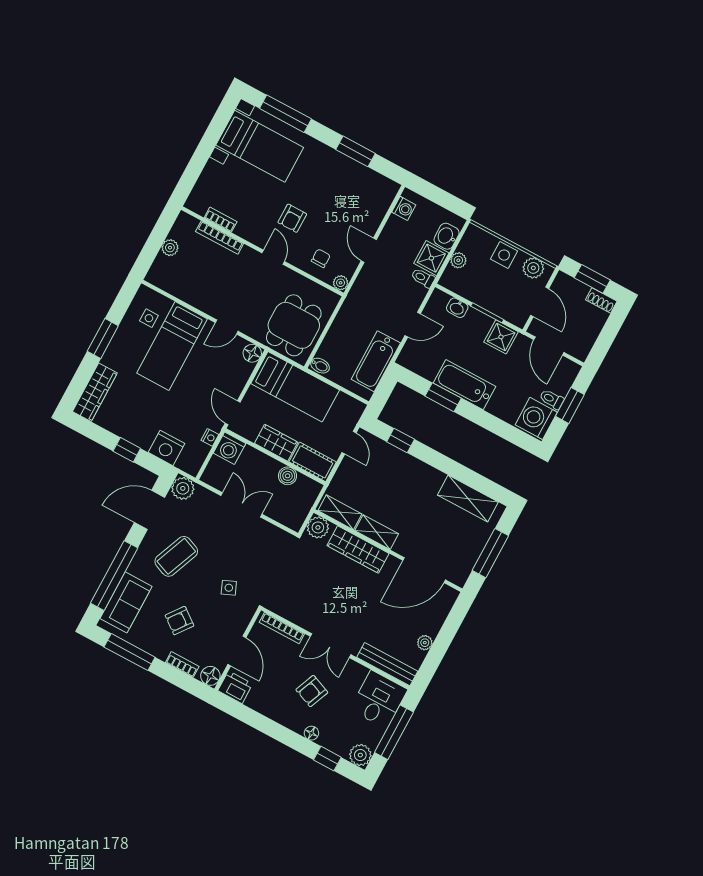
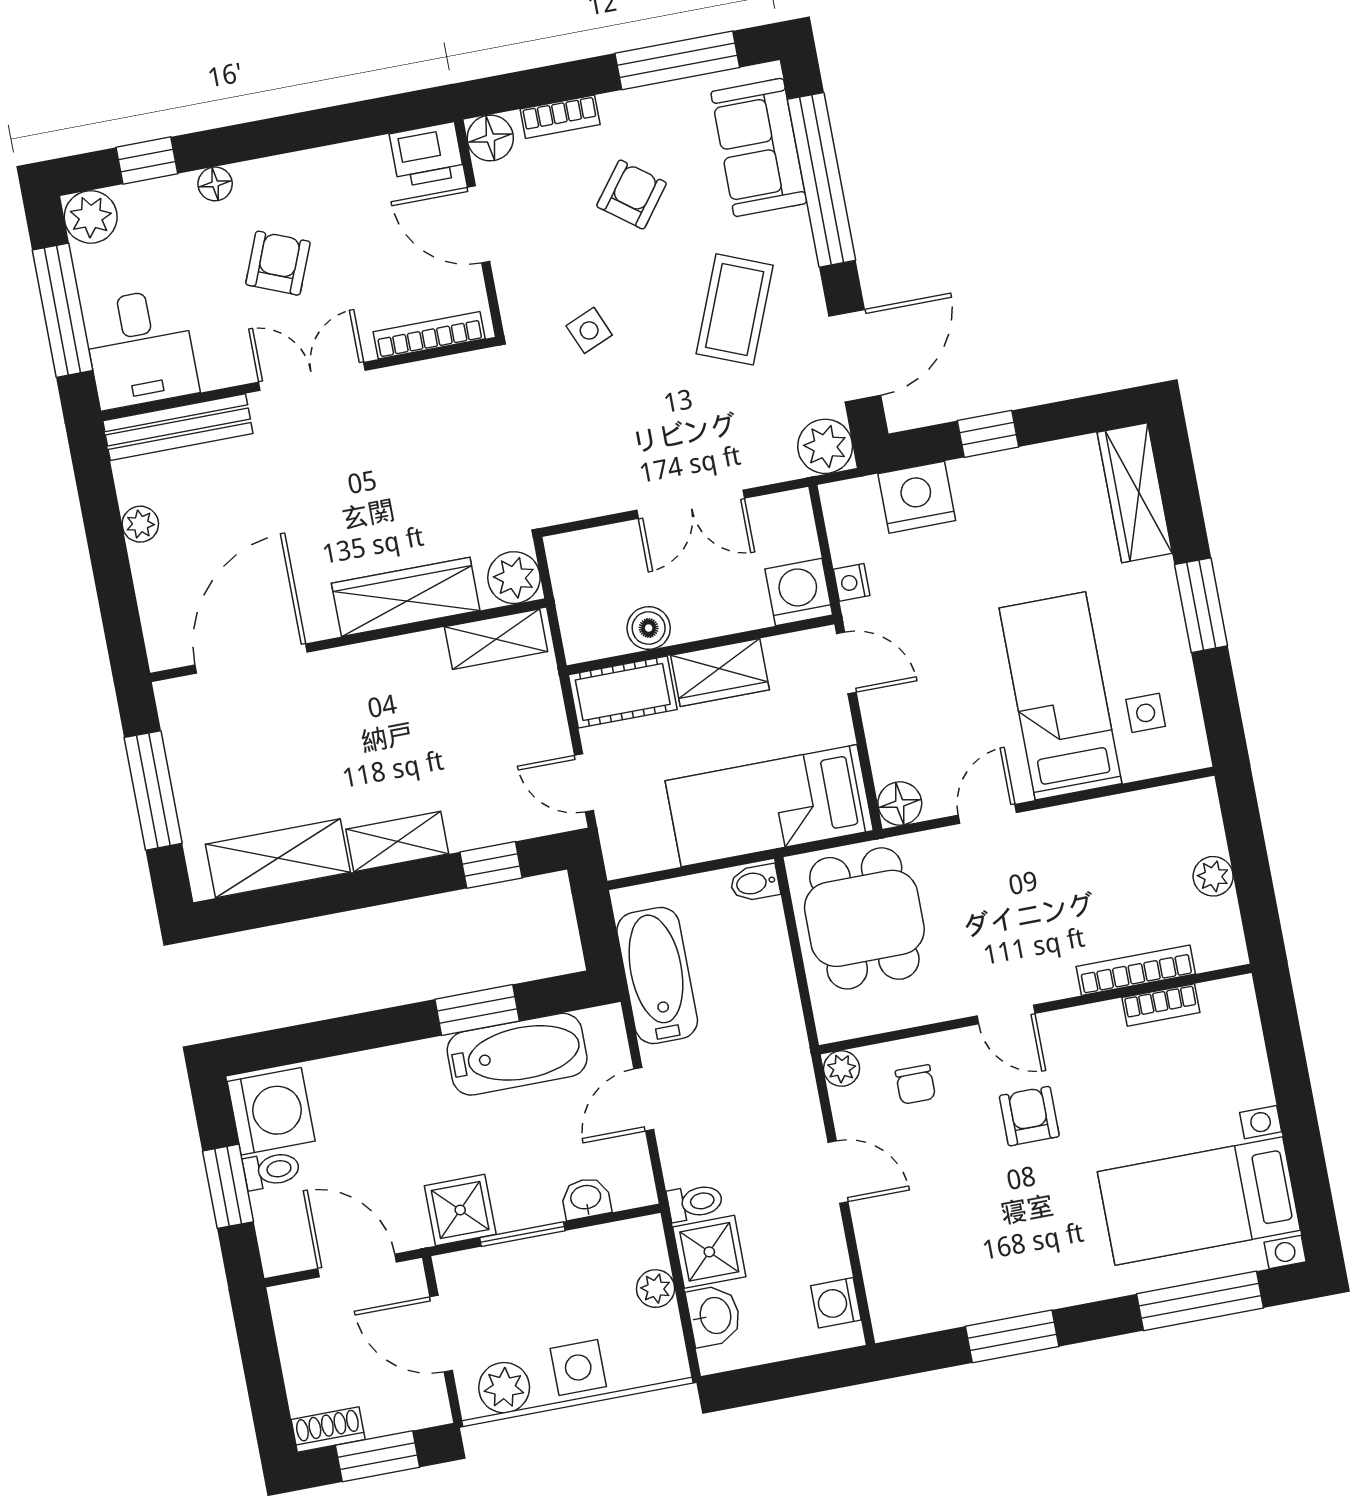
bathtub: (465, 385) -> (517, 1054), moved
shelving: (377, 532) -> (397, 842), moved

